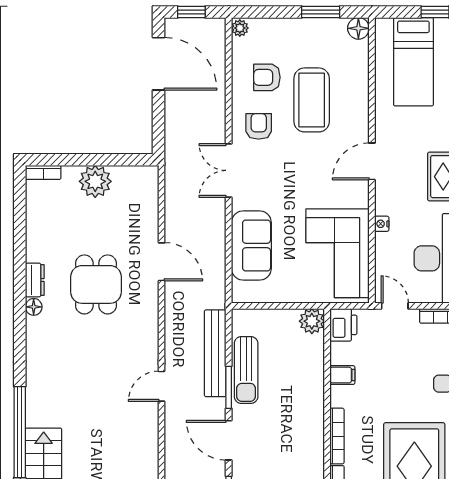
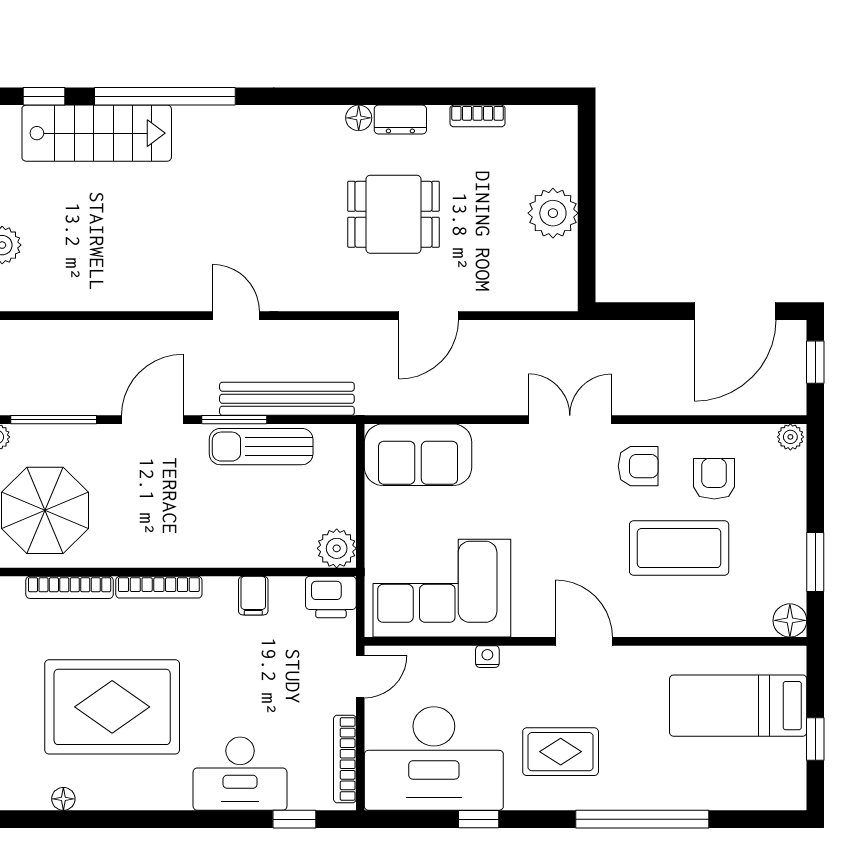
bookcase: (43, 172) -> (478, 116), moved, turned -90
sofa: (251, 246) -> (418, 455), moved

